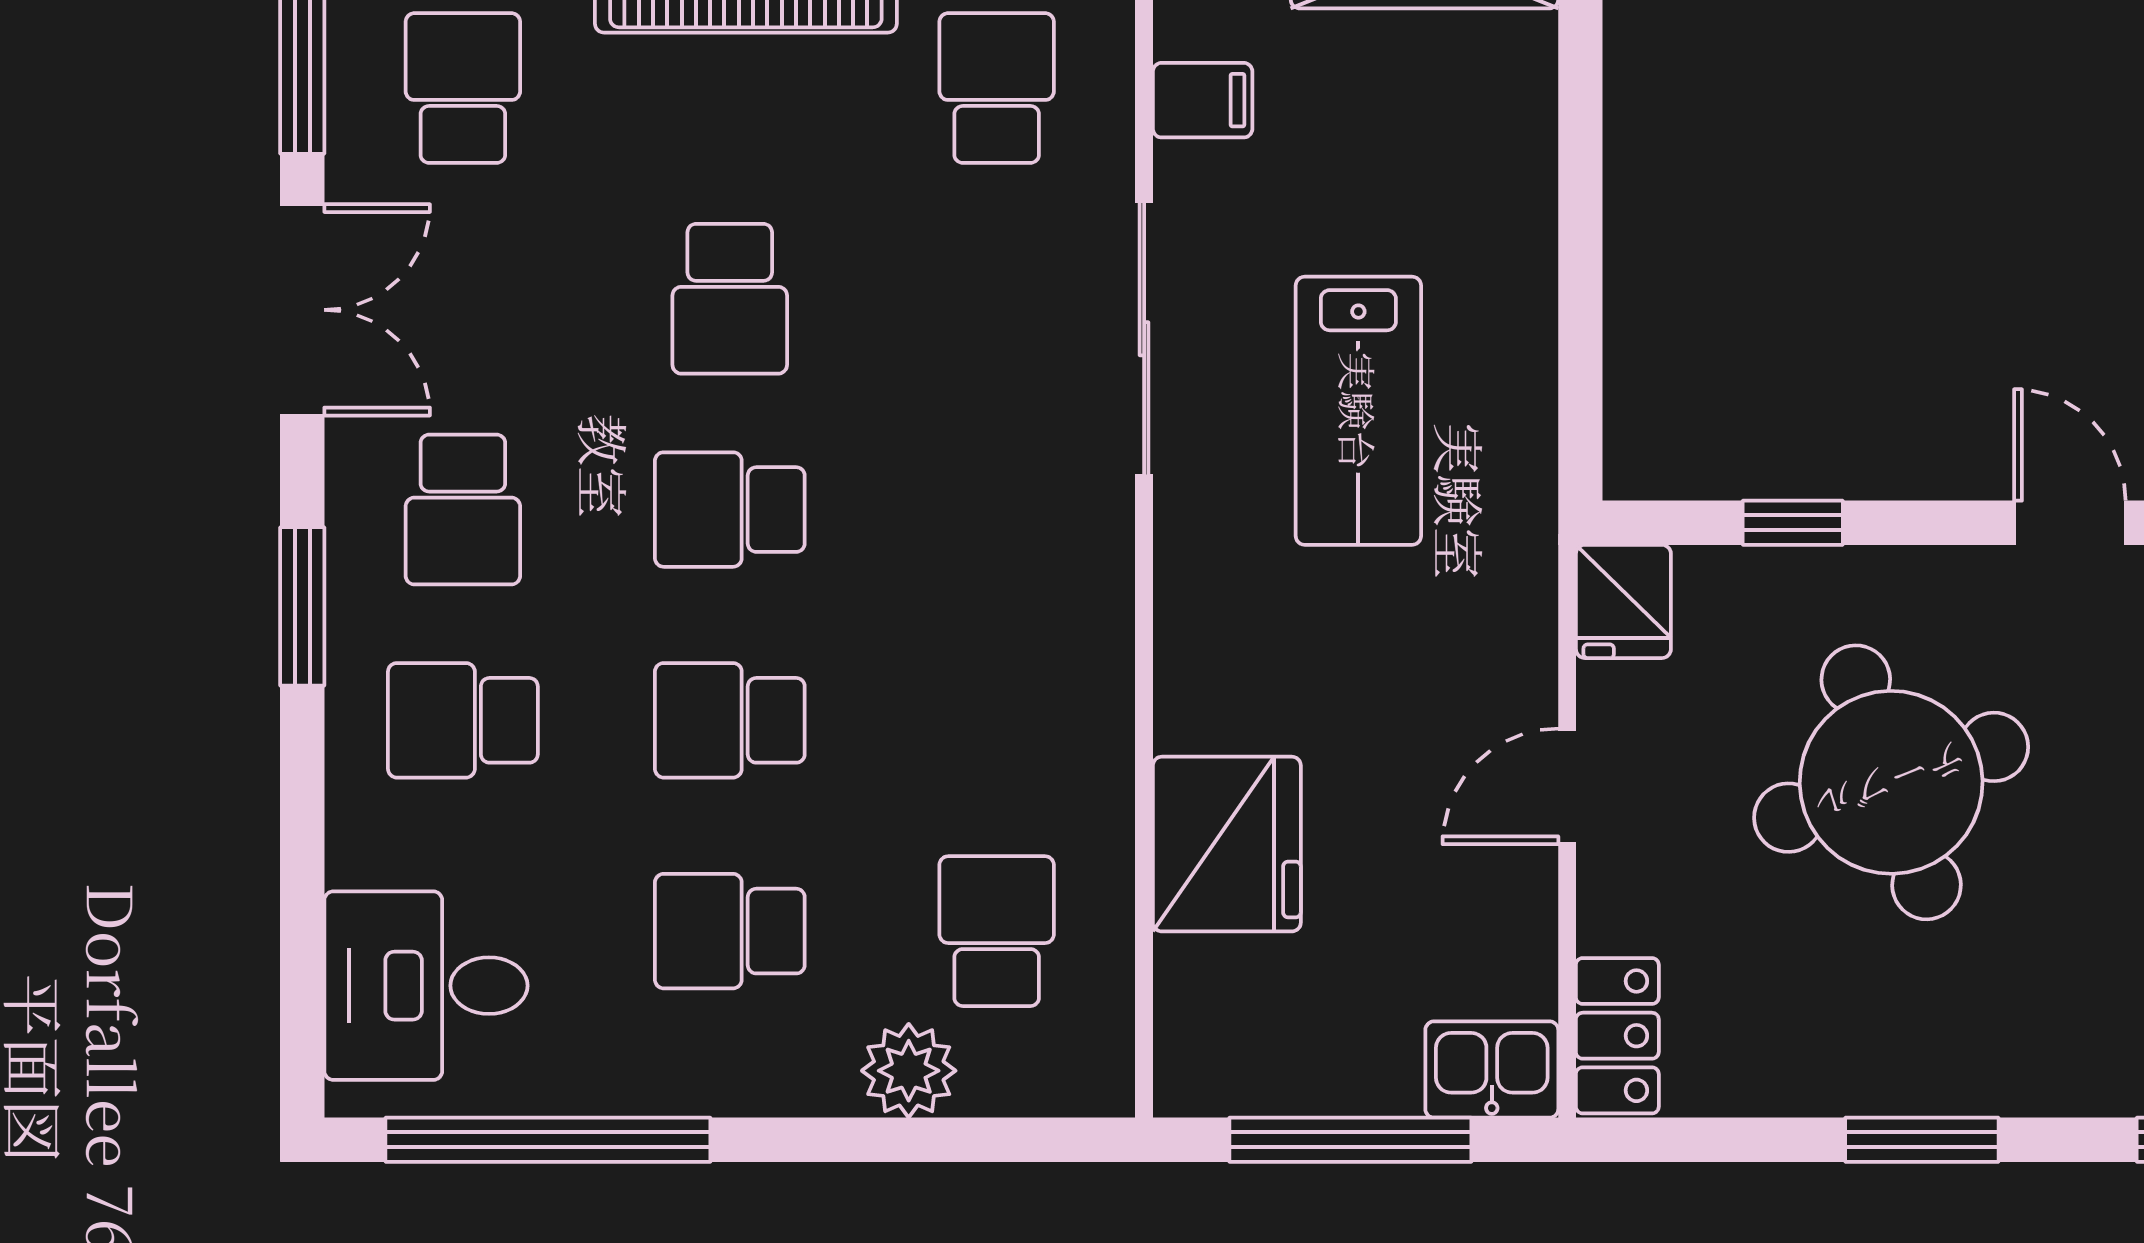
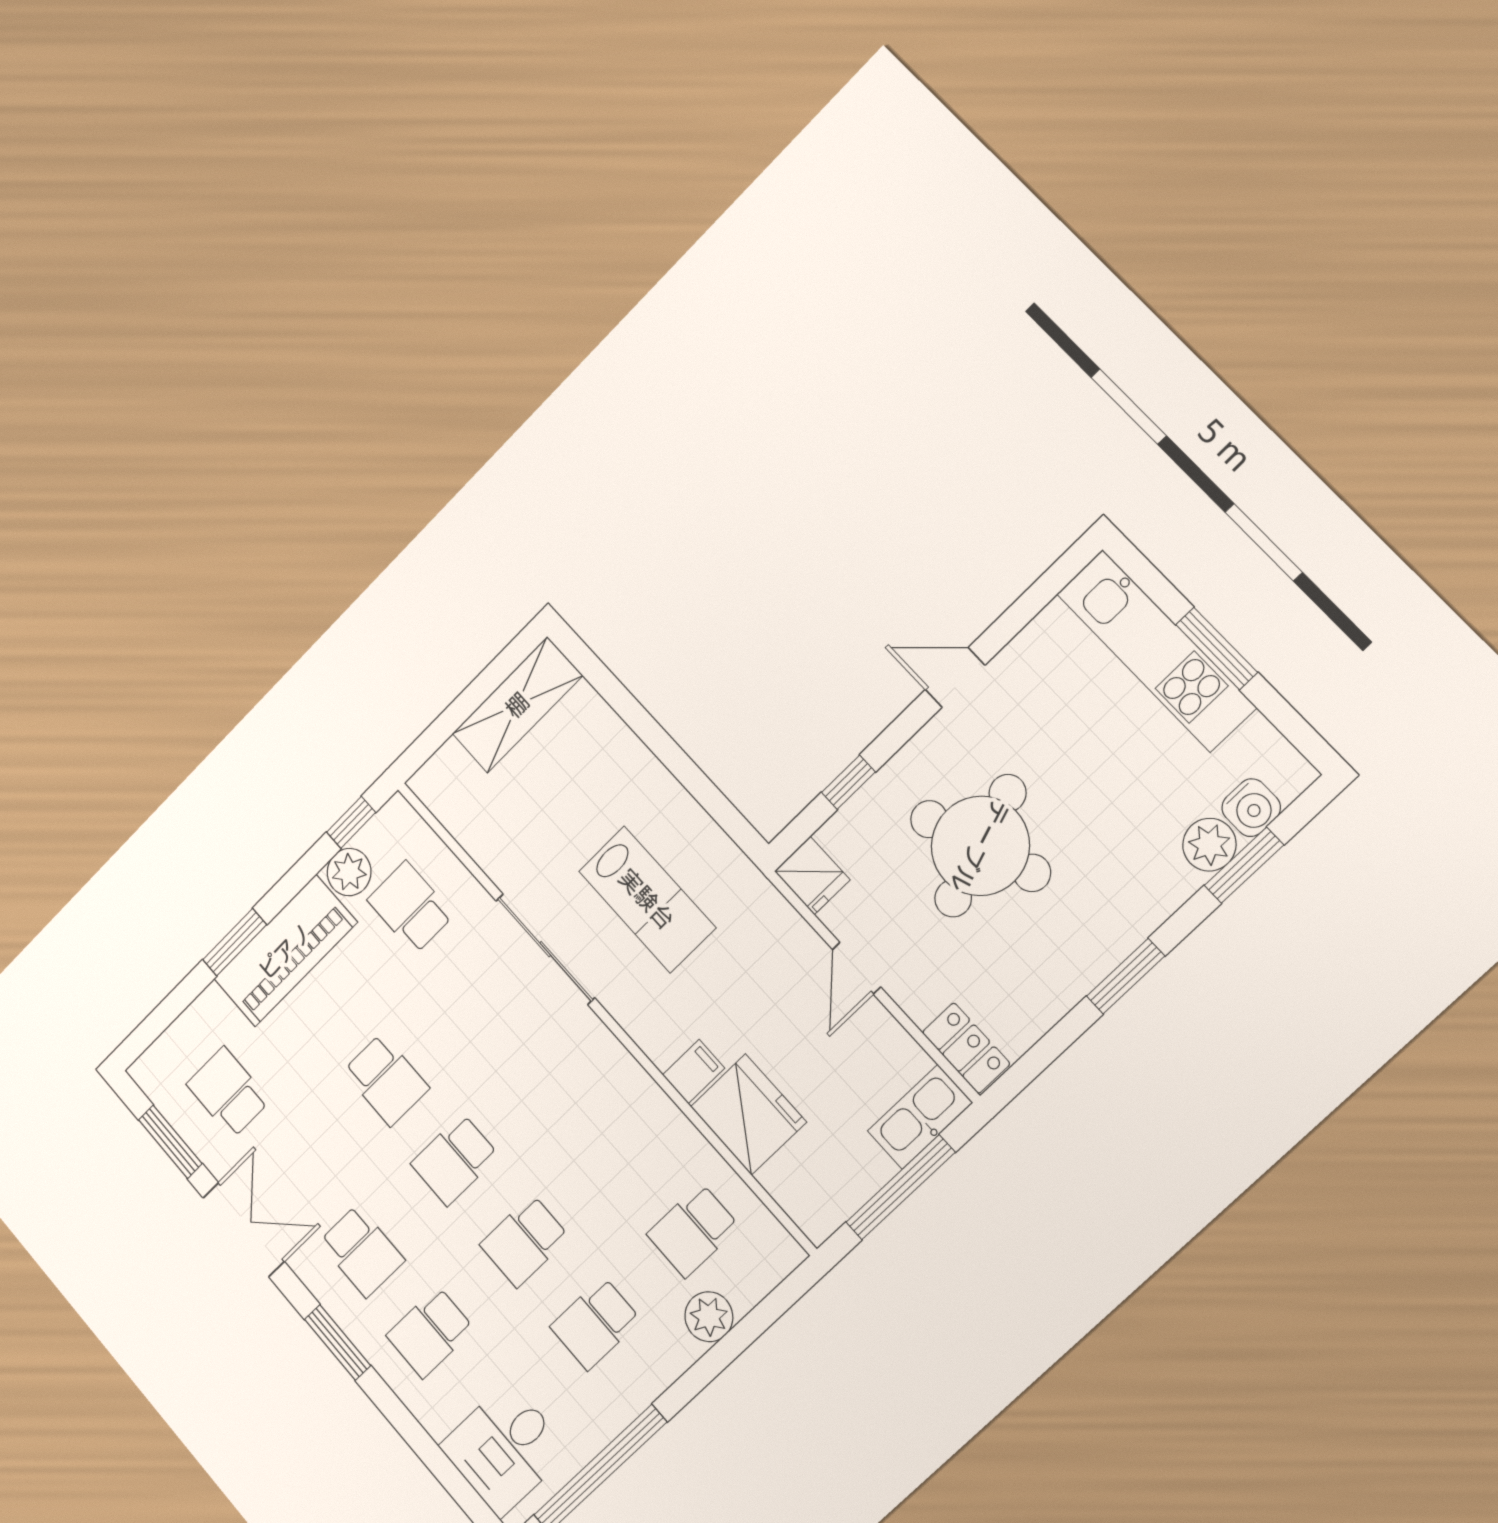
filing cabinet: (1203, 100) -> (694, 1071), moved
school desk: (997, 931) -> (693, 1230), turned -90
kitchen sink: (1492, 1070) -> (920, 1117), width x1.38

